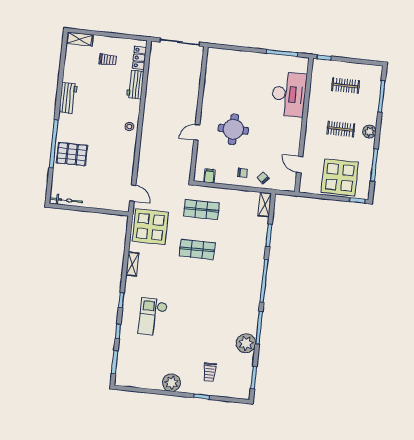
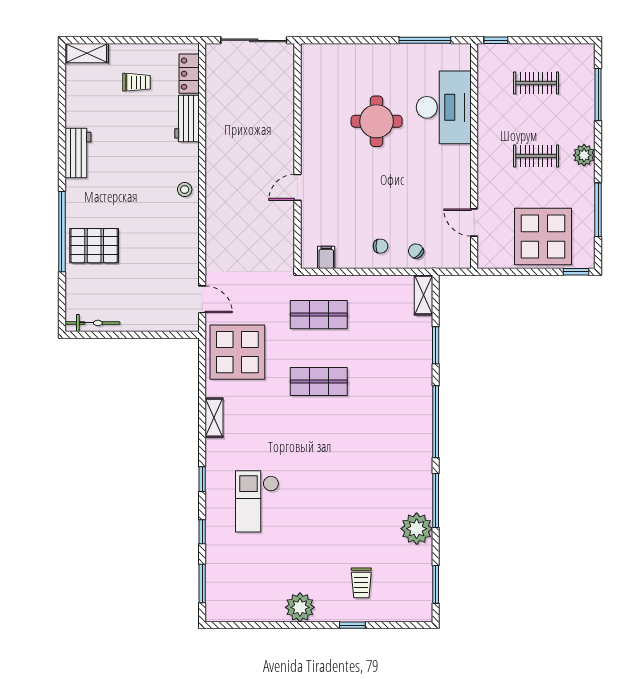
round table: (233, 129) -> (377, 121), moved

